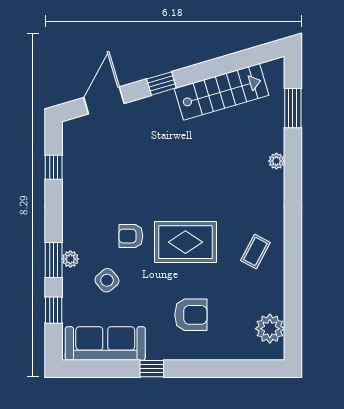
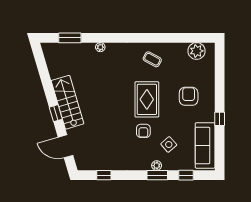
stairs: (221, 92) -> (67, 102), moved

